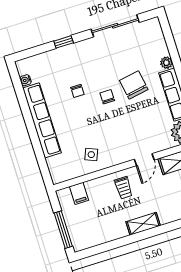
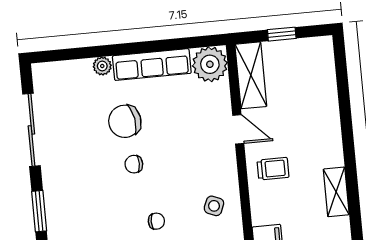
window: (64, 42) -> (39, 211), width x1.50
chair: (77, 91) -> (156, 221), moved
shelving: (143, 224) -> (336, 192), moved

